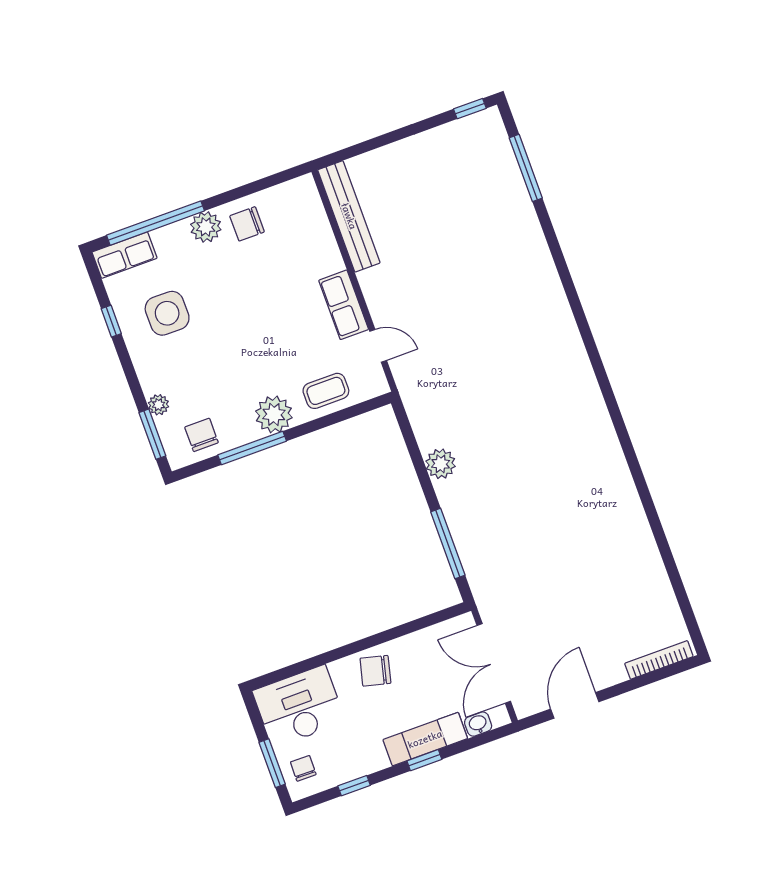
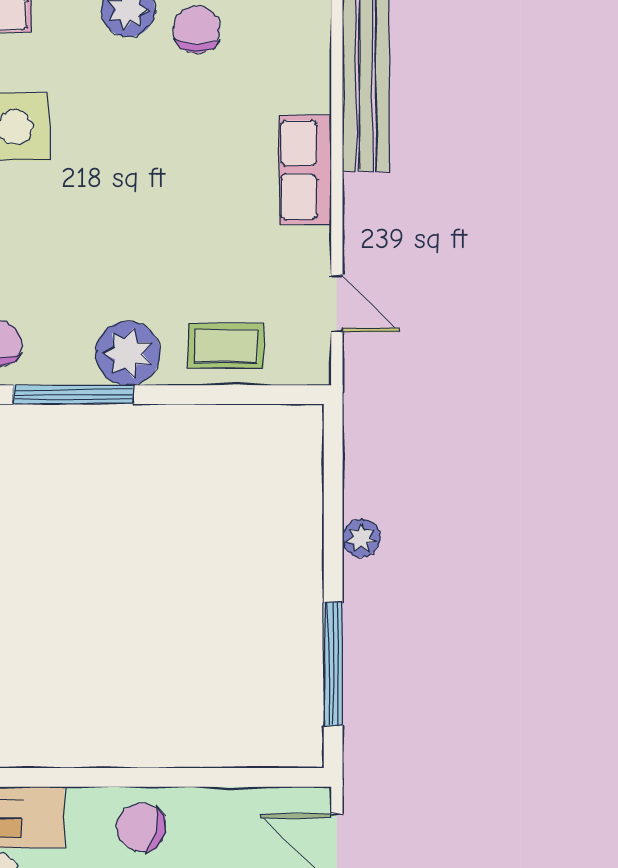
chair: (247, 224) -> (197, 29), turned 90
row of seats: (344, 305) -> (305, 170), moved
plant: (441, 464) -> (361, 538), width x0.73, depth x0.73

